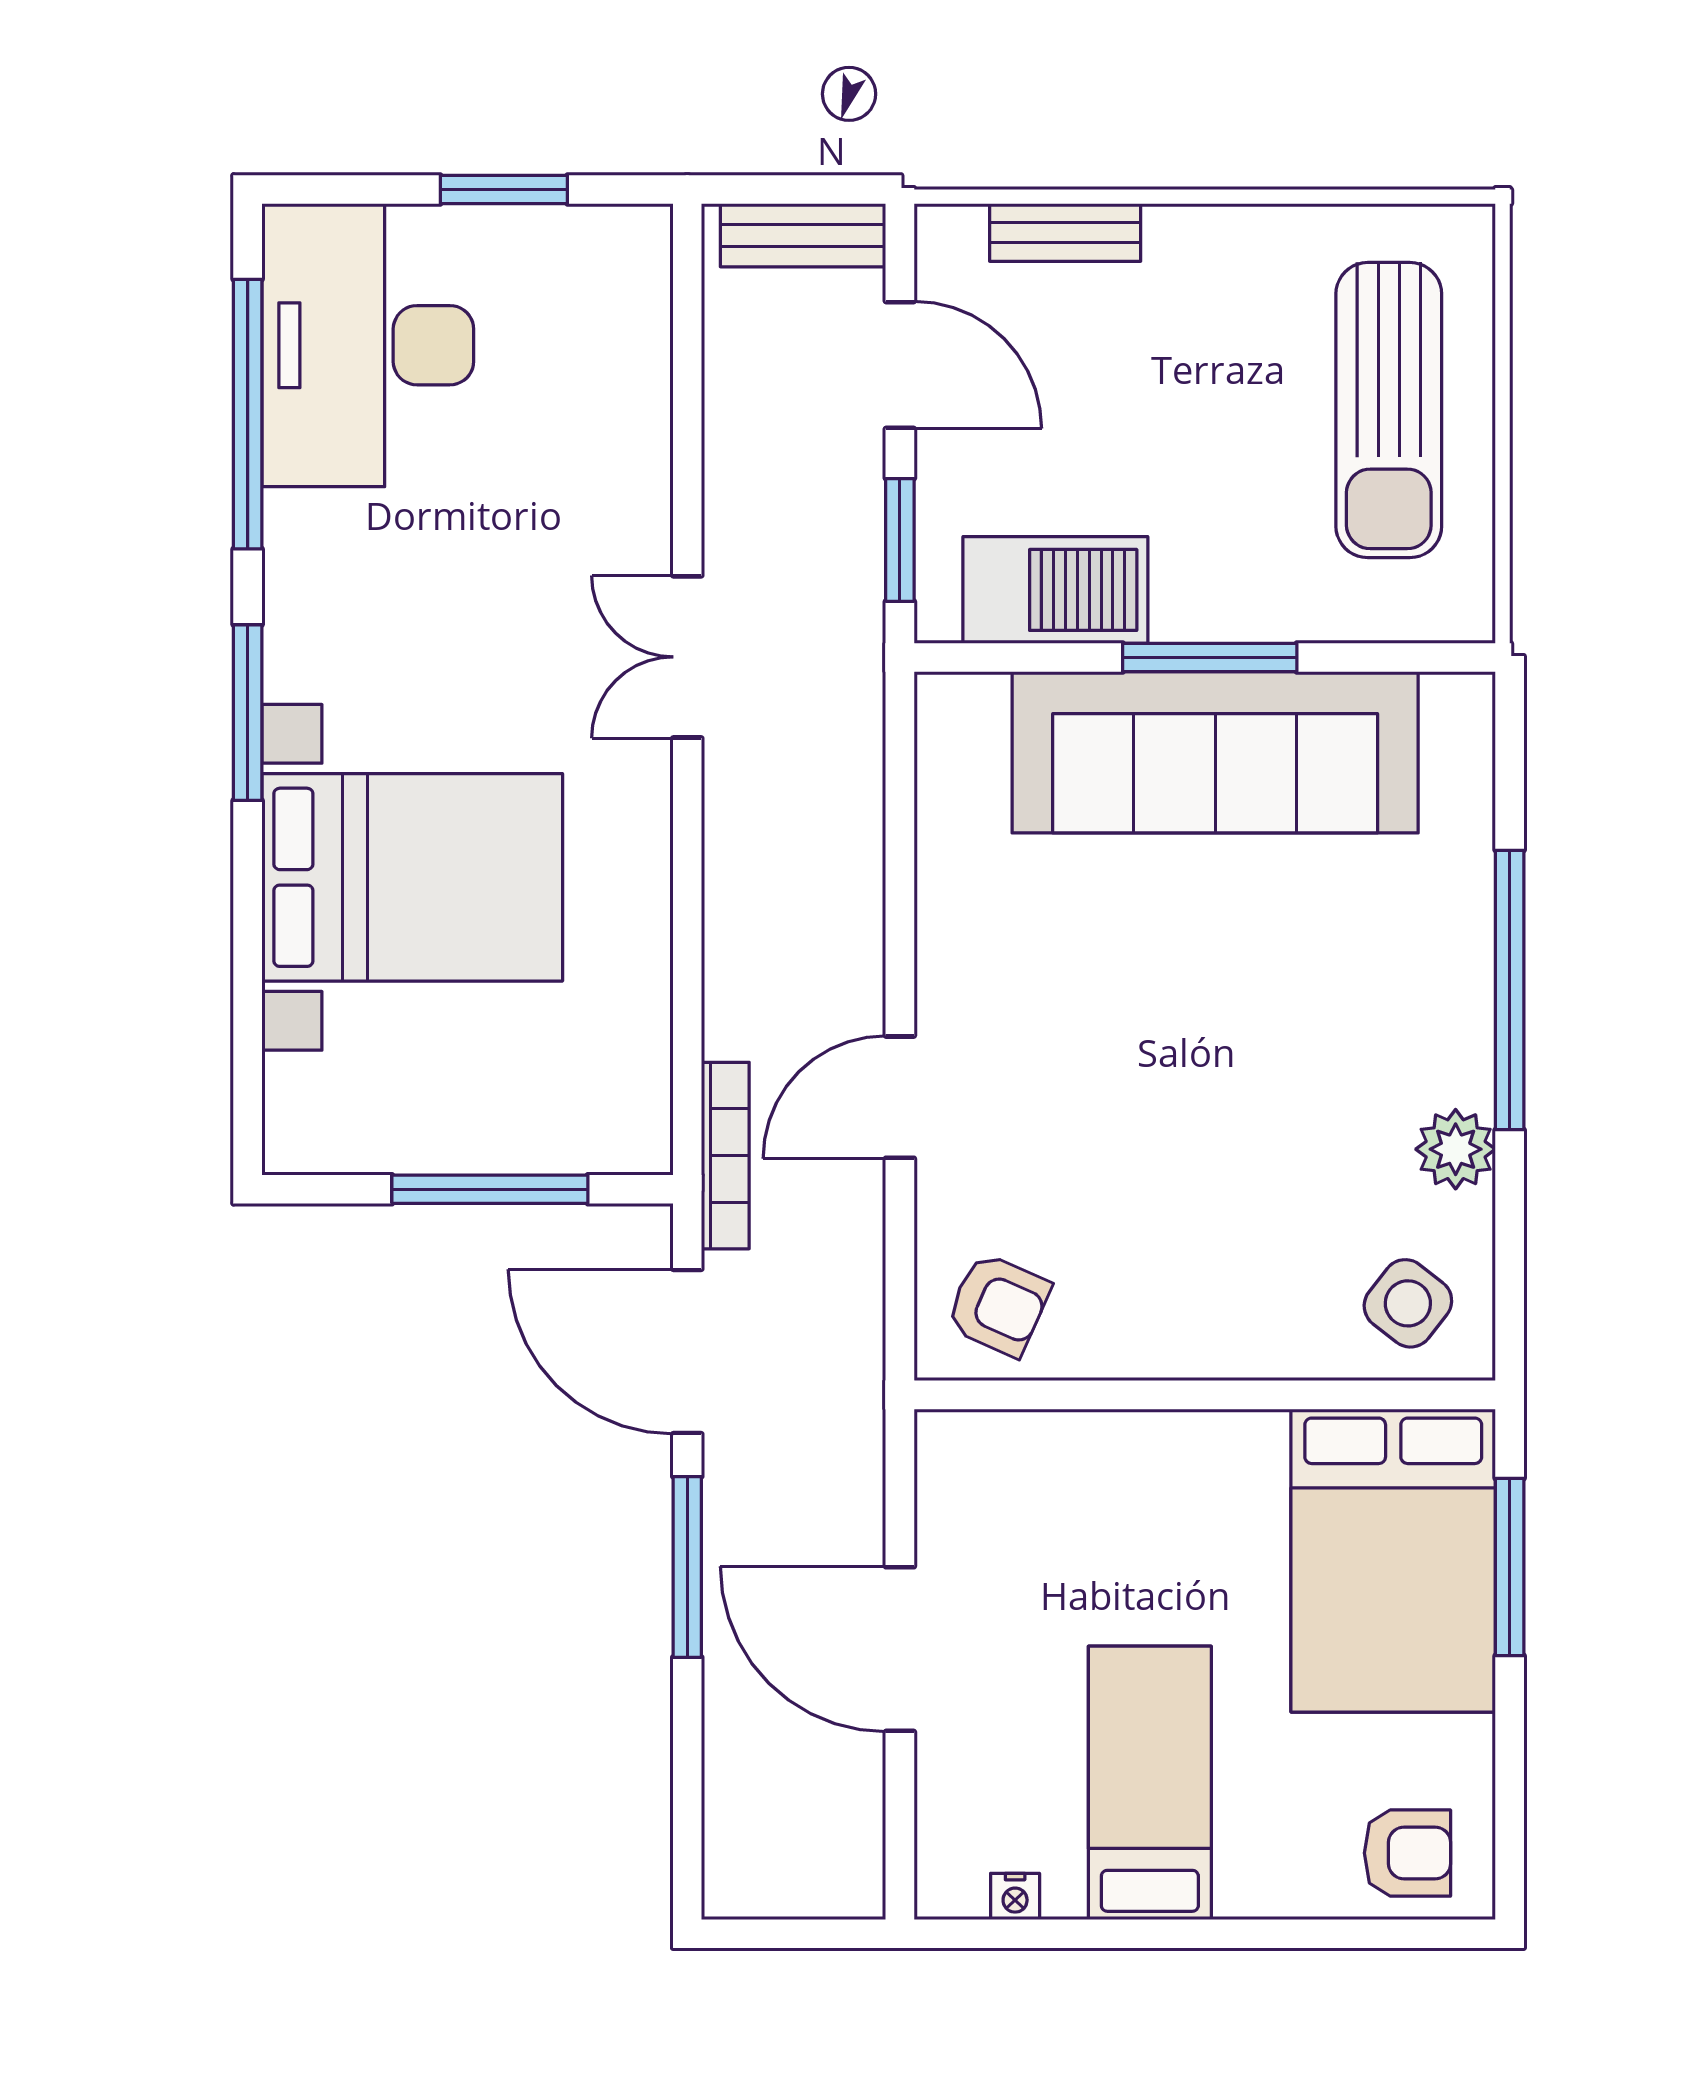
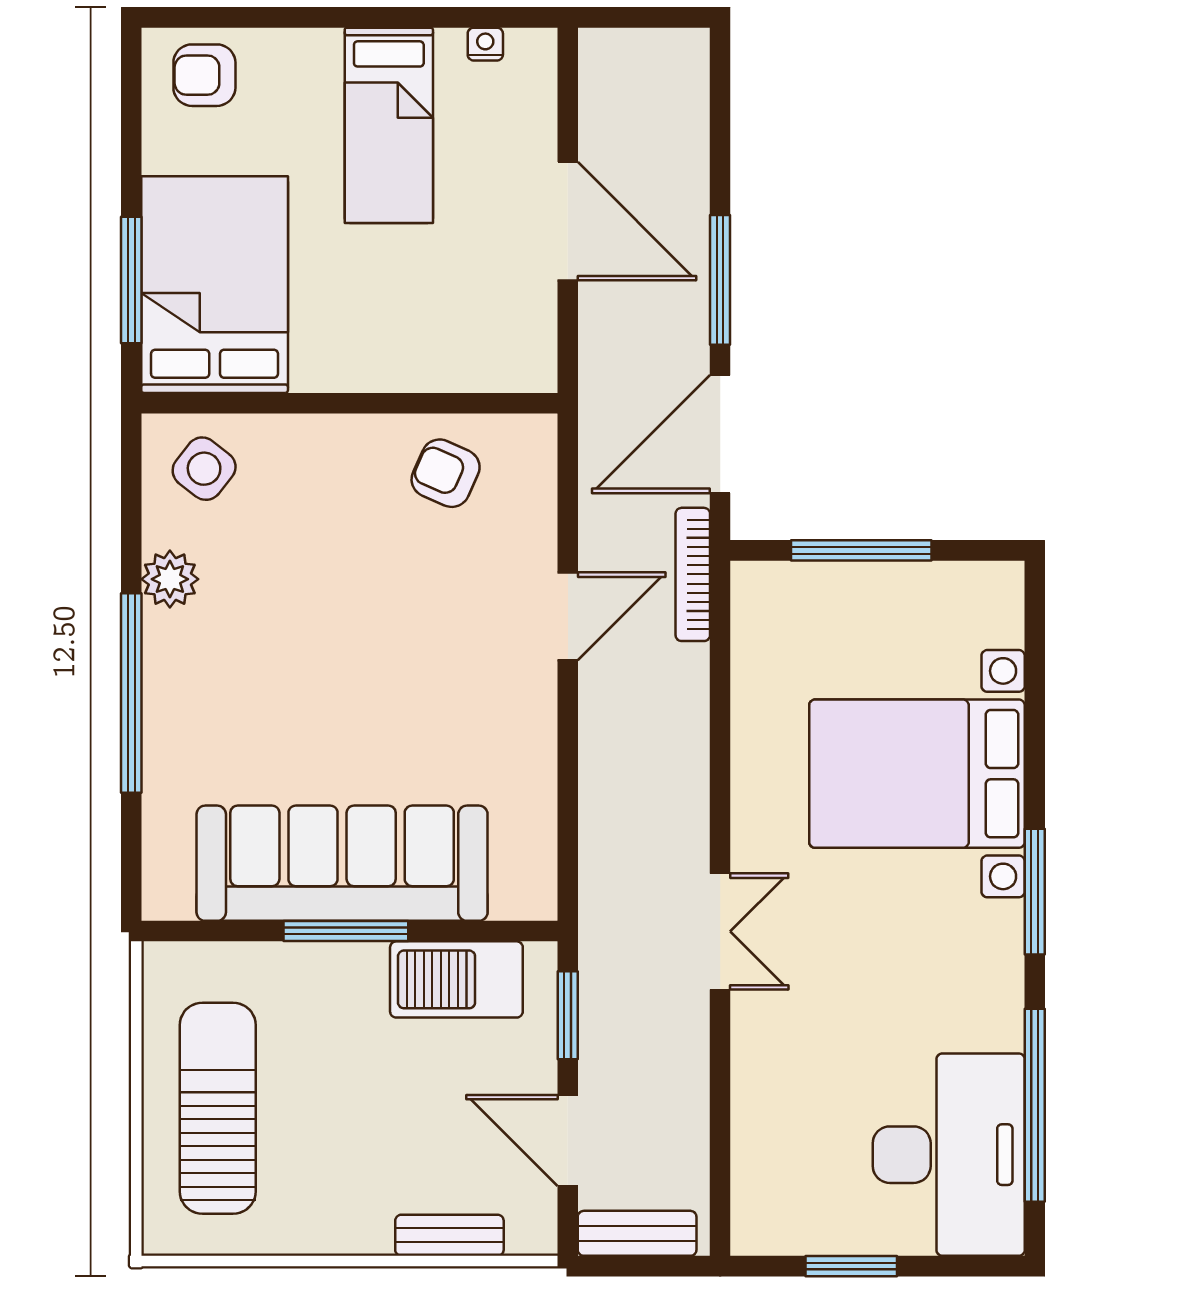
armchair: (998, 1305) -> (446, 473), moved
door: (687, 1352) -> (720, 434), swing flipped

